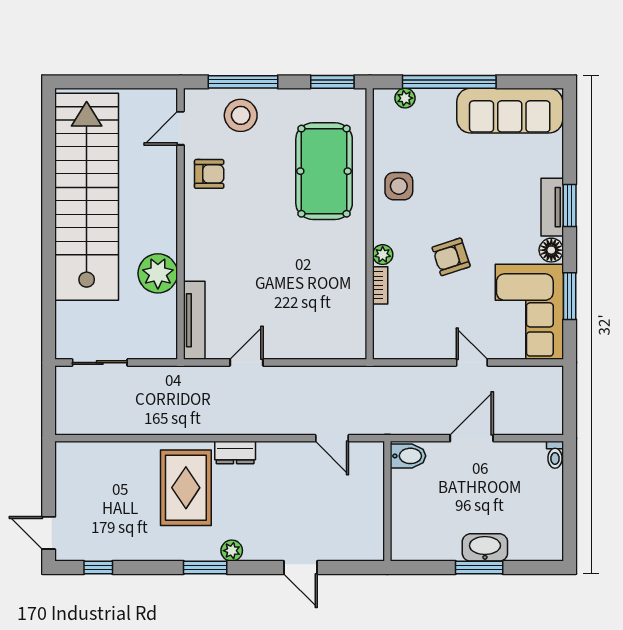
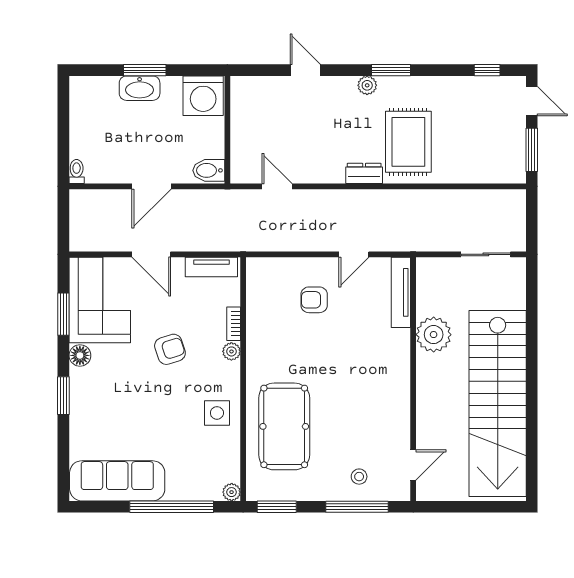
plant: (405, 98) -> (232, 492), moved
stool: (241, 115) -> (359, 477), width x0.53, depth x0.53
armchair: (209, 174) -> (314, 300), moved
tv unit: (552, 207) -> (211, 267), moved, turned 90
door: (472, 363) -> (151, 254), width x1.38
window: (49, 479) -> (532, 150), added
washing machine: (414, 539) -> (203, 96), added

